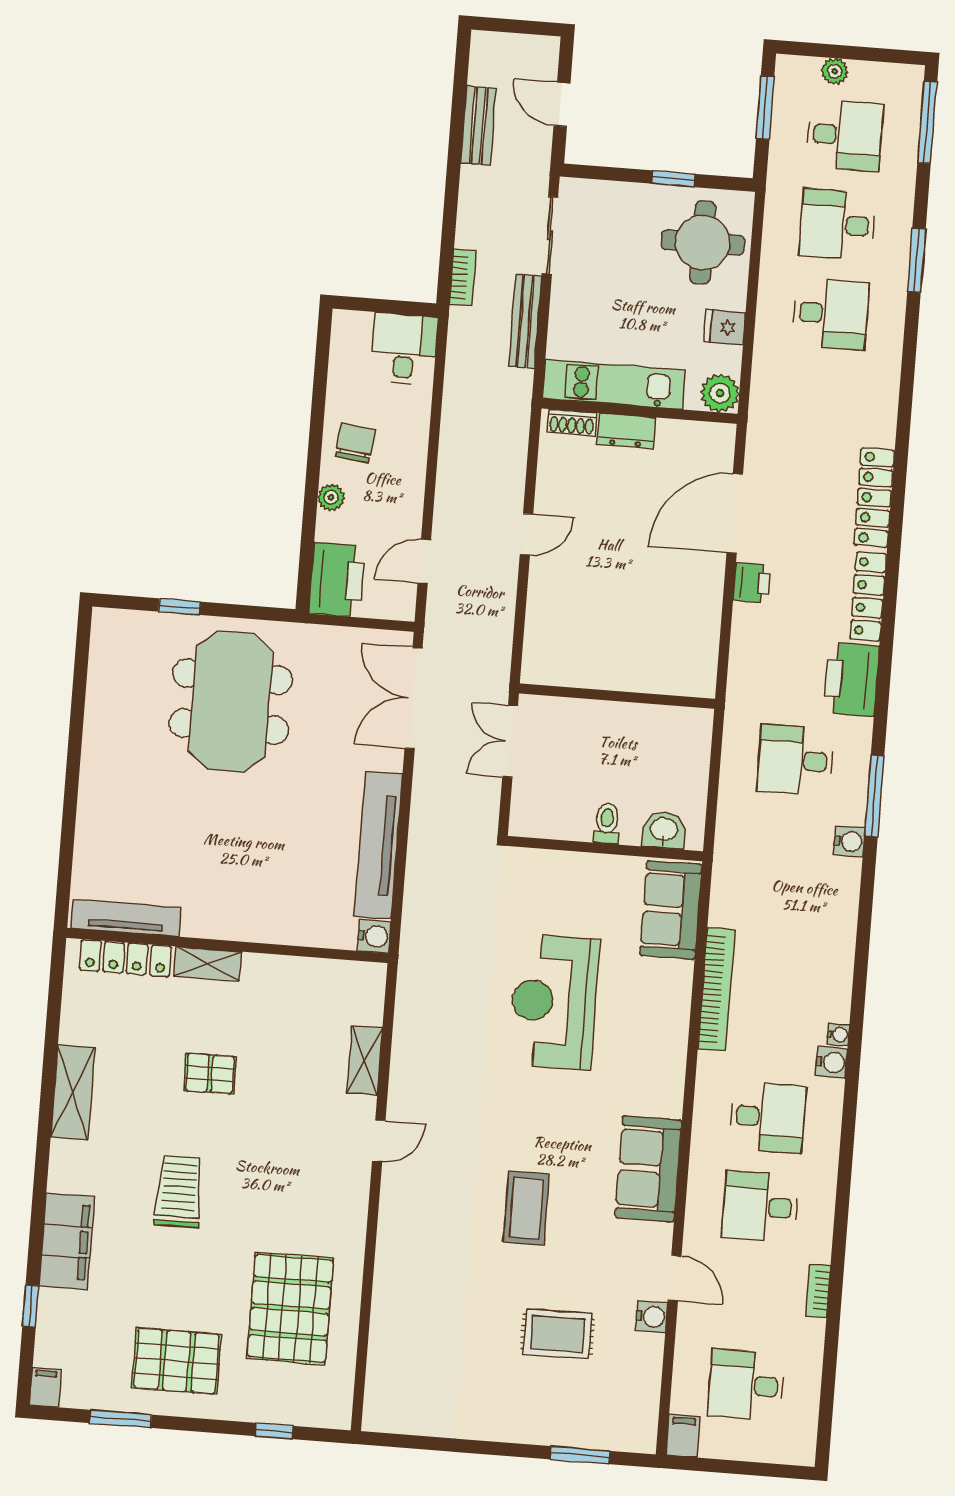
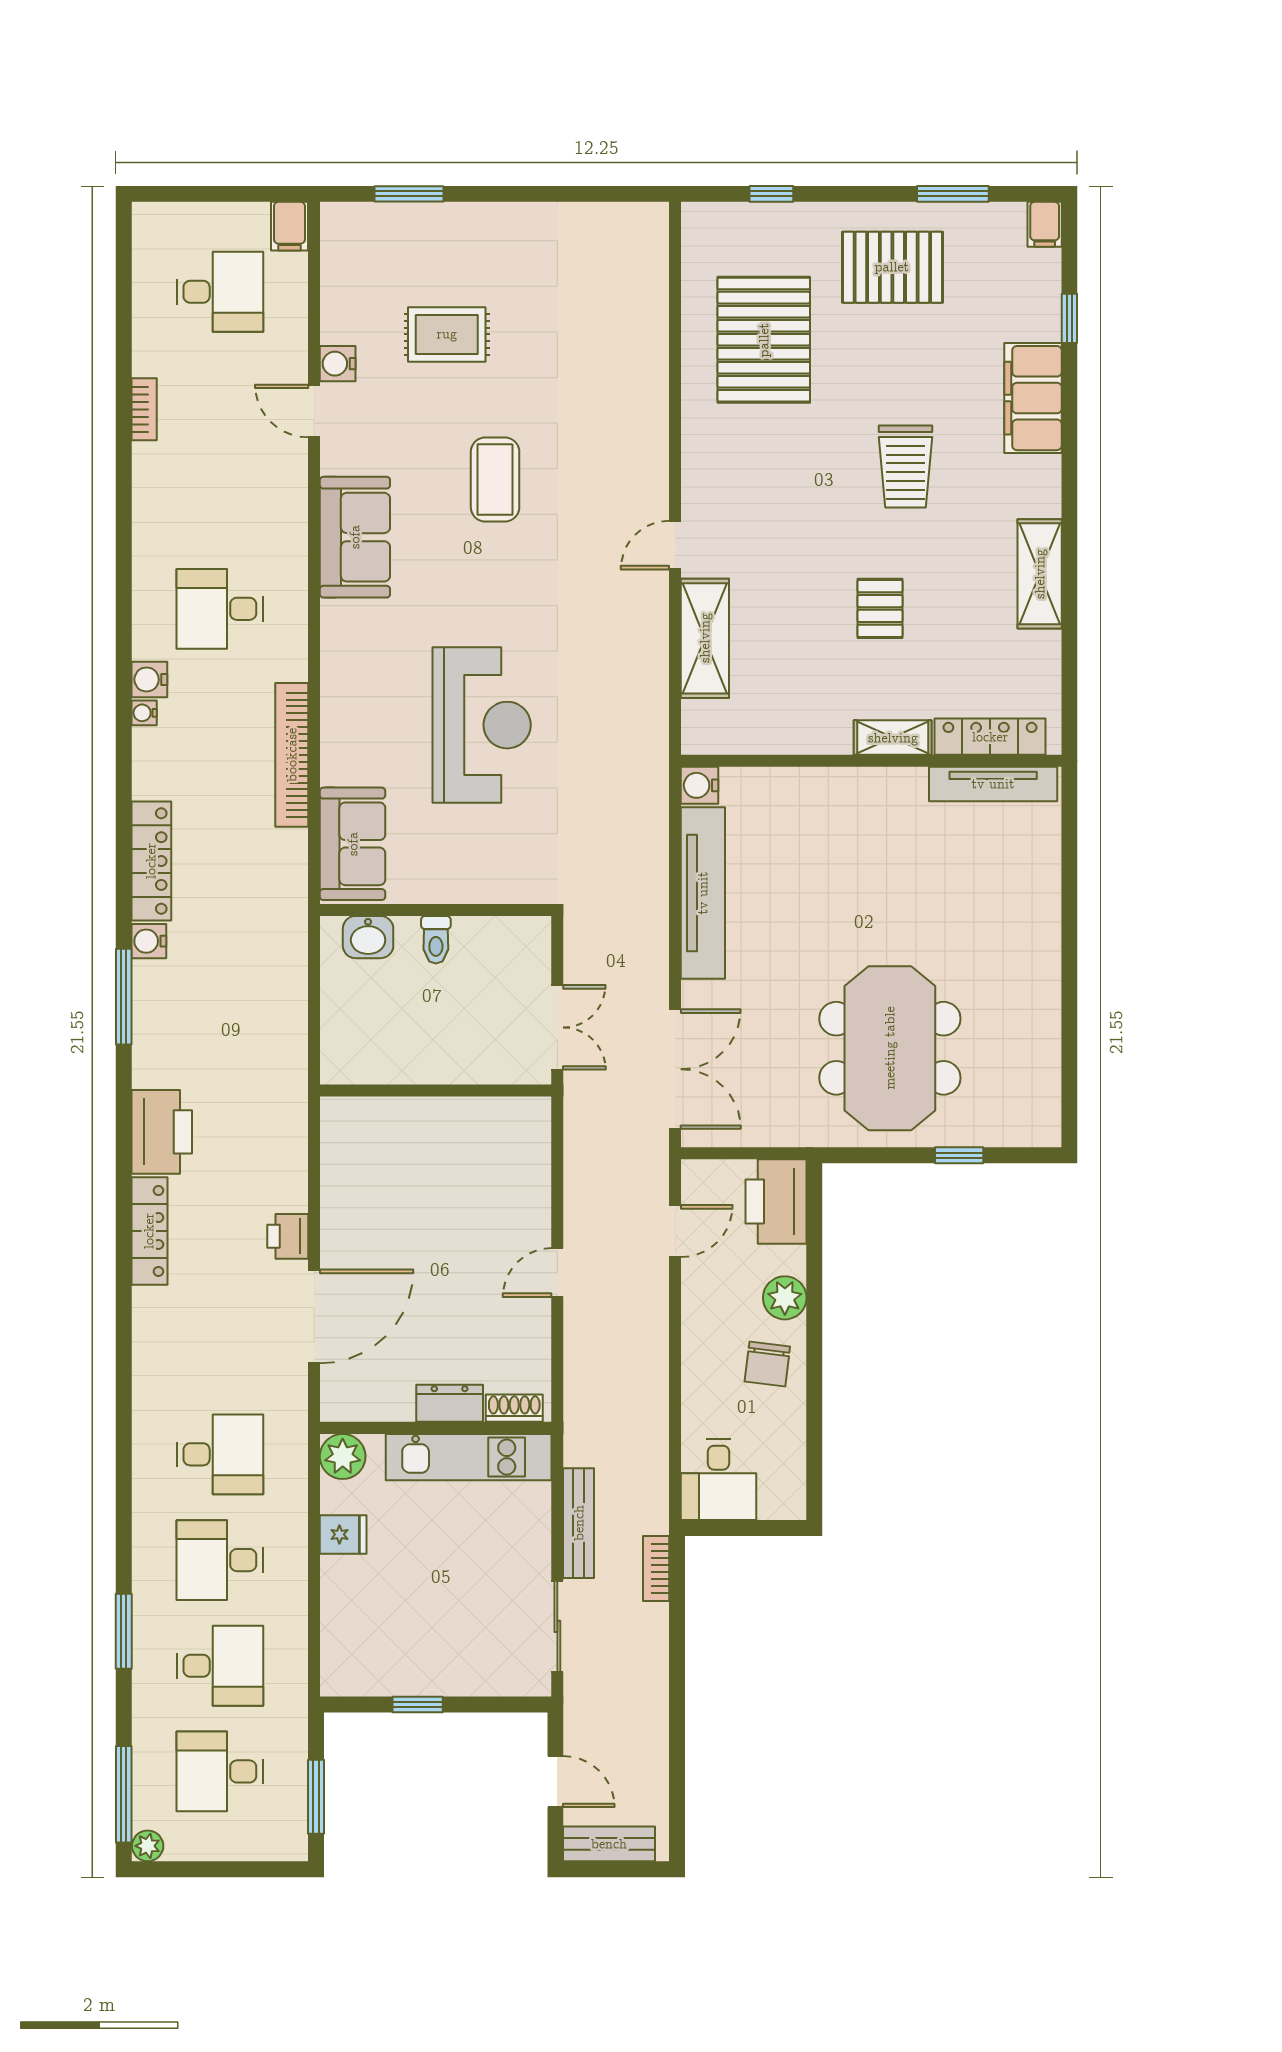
plant: (835, 71) -> (148, 1846), moved
bench: (478, 126) -> (609, 1844), moved, turned 90
round table: (703, 242) -> (377, 1632), removed
plant: (331, 497) -> (785, 1298), width x1.38, depth x1.38
locker: (874, 498) -> (151, 861), moved
desk: (795, 760) -> (220, 1454), moved
shelving: (365, 1060) -> (705, 638), width x1.50, depth x1.33
pallet: (210, 1074) -> (880, 608), turned 90
desk: (760, 1207) -> (220, 503), removed

